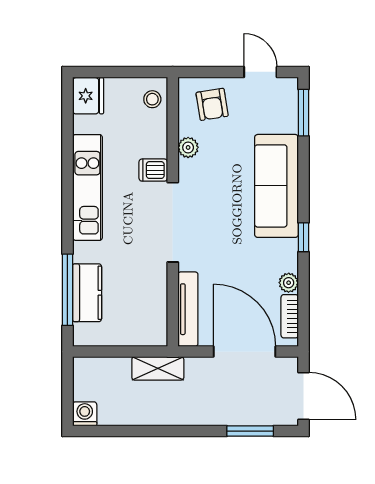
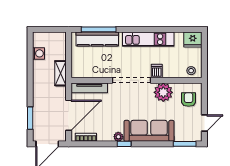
armchair: (212, 104) -> (189, 100), turned 99
plant: (188, 147) -> (163, 92), width x1.87, depth x1.87
plant: (289, 283) -> (118, 137), moved
kitchen counter: (87, 293) -> (97, 39), width x1.50
washing machine: (85, 414) -> (39, 53), moved

